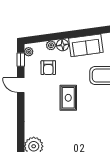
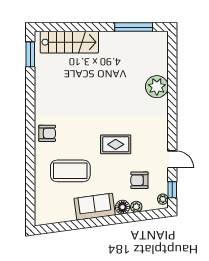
armchair: (48, 68) -> (139, 180), turned -90
rug: (68, 98) -> (116, 144), turned 90

